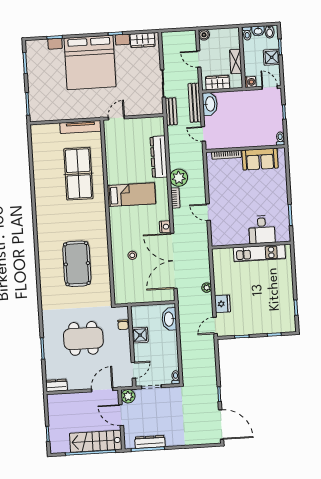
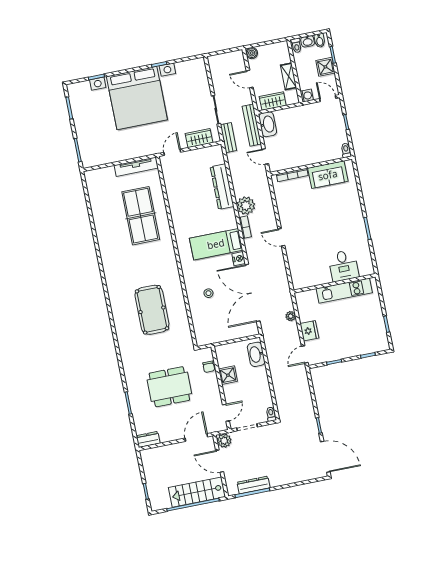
wardrobe: (142, 40) -> (199, 138), moved, turned 180
bed: (131, 195) -> (216, 244), moved, turned 180
desk: (262, 230) -> (343, 266), moved
wall: (251, 245) -> (334, 283), moved
kitchen unit: (259, 253) -> (344, 291), moved

